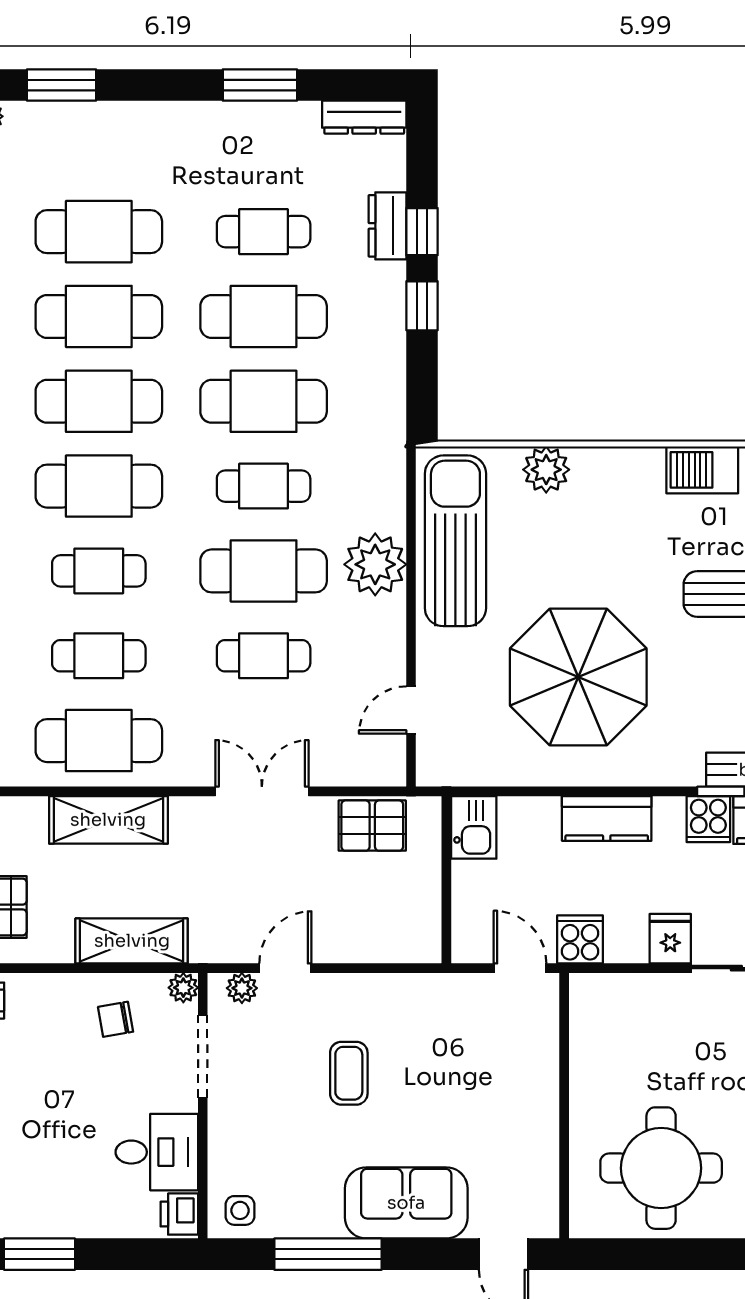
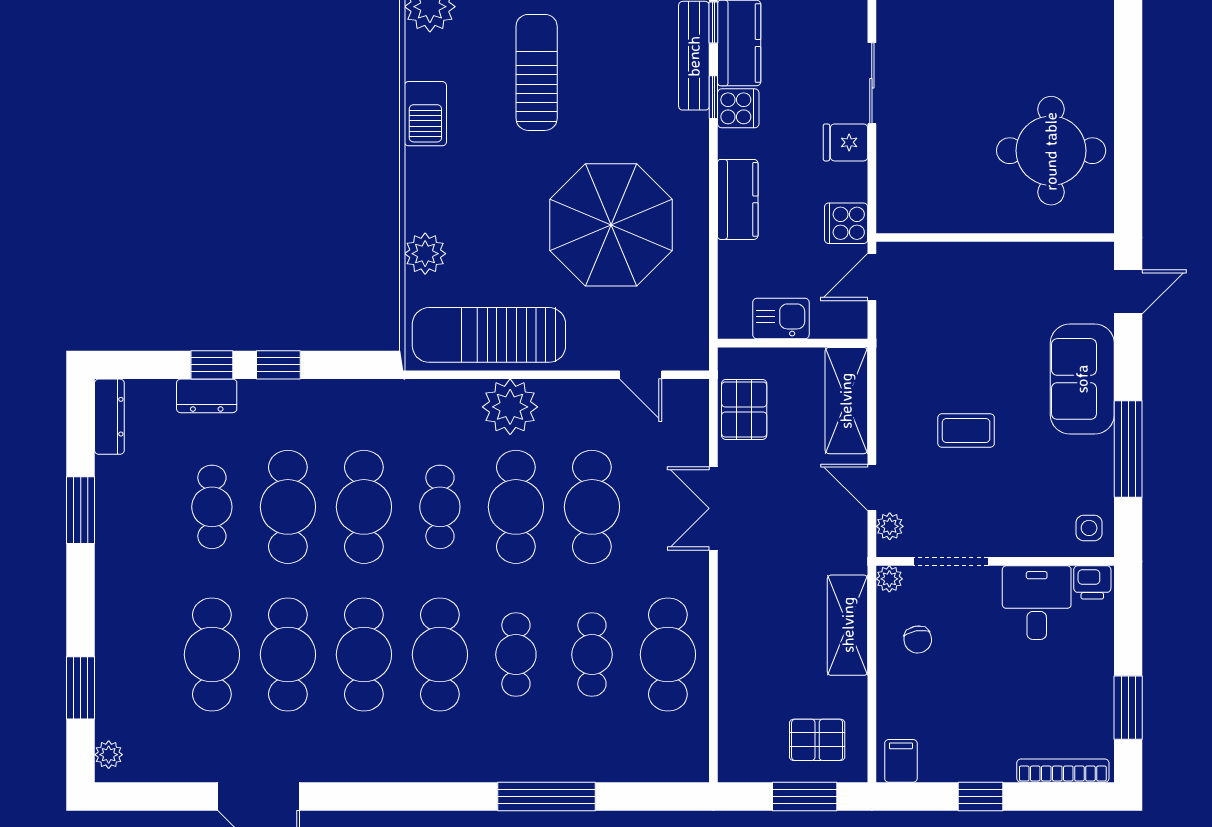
cafe table: (264, 656) -> (592, 507), width x1.37, depth x1.35
shelving: (108, 820) -> (846, 401), moved
kitchen sink: (474, 827) -> (781, 319), moved

